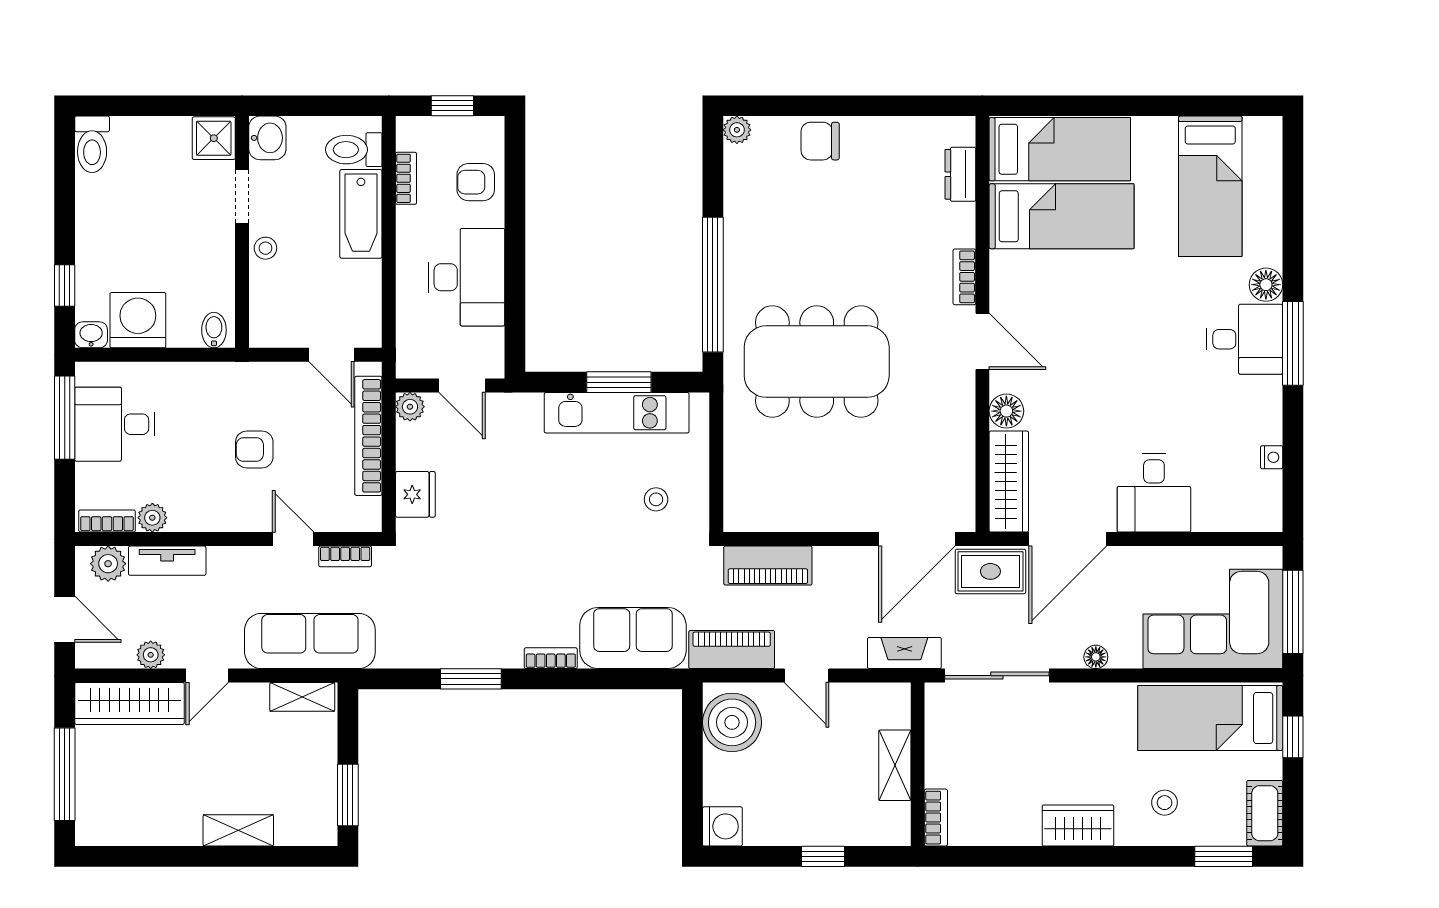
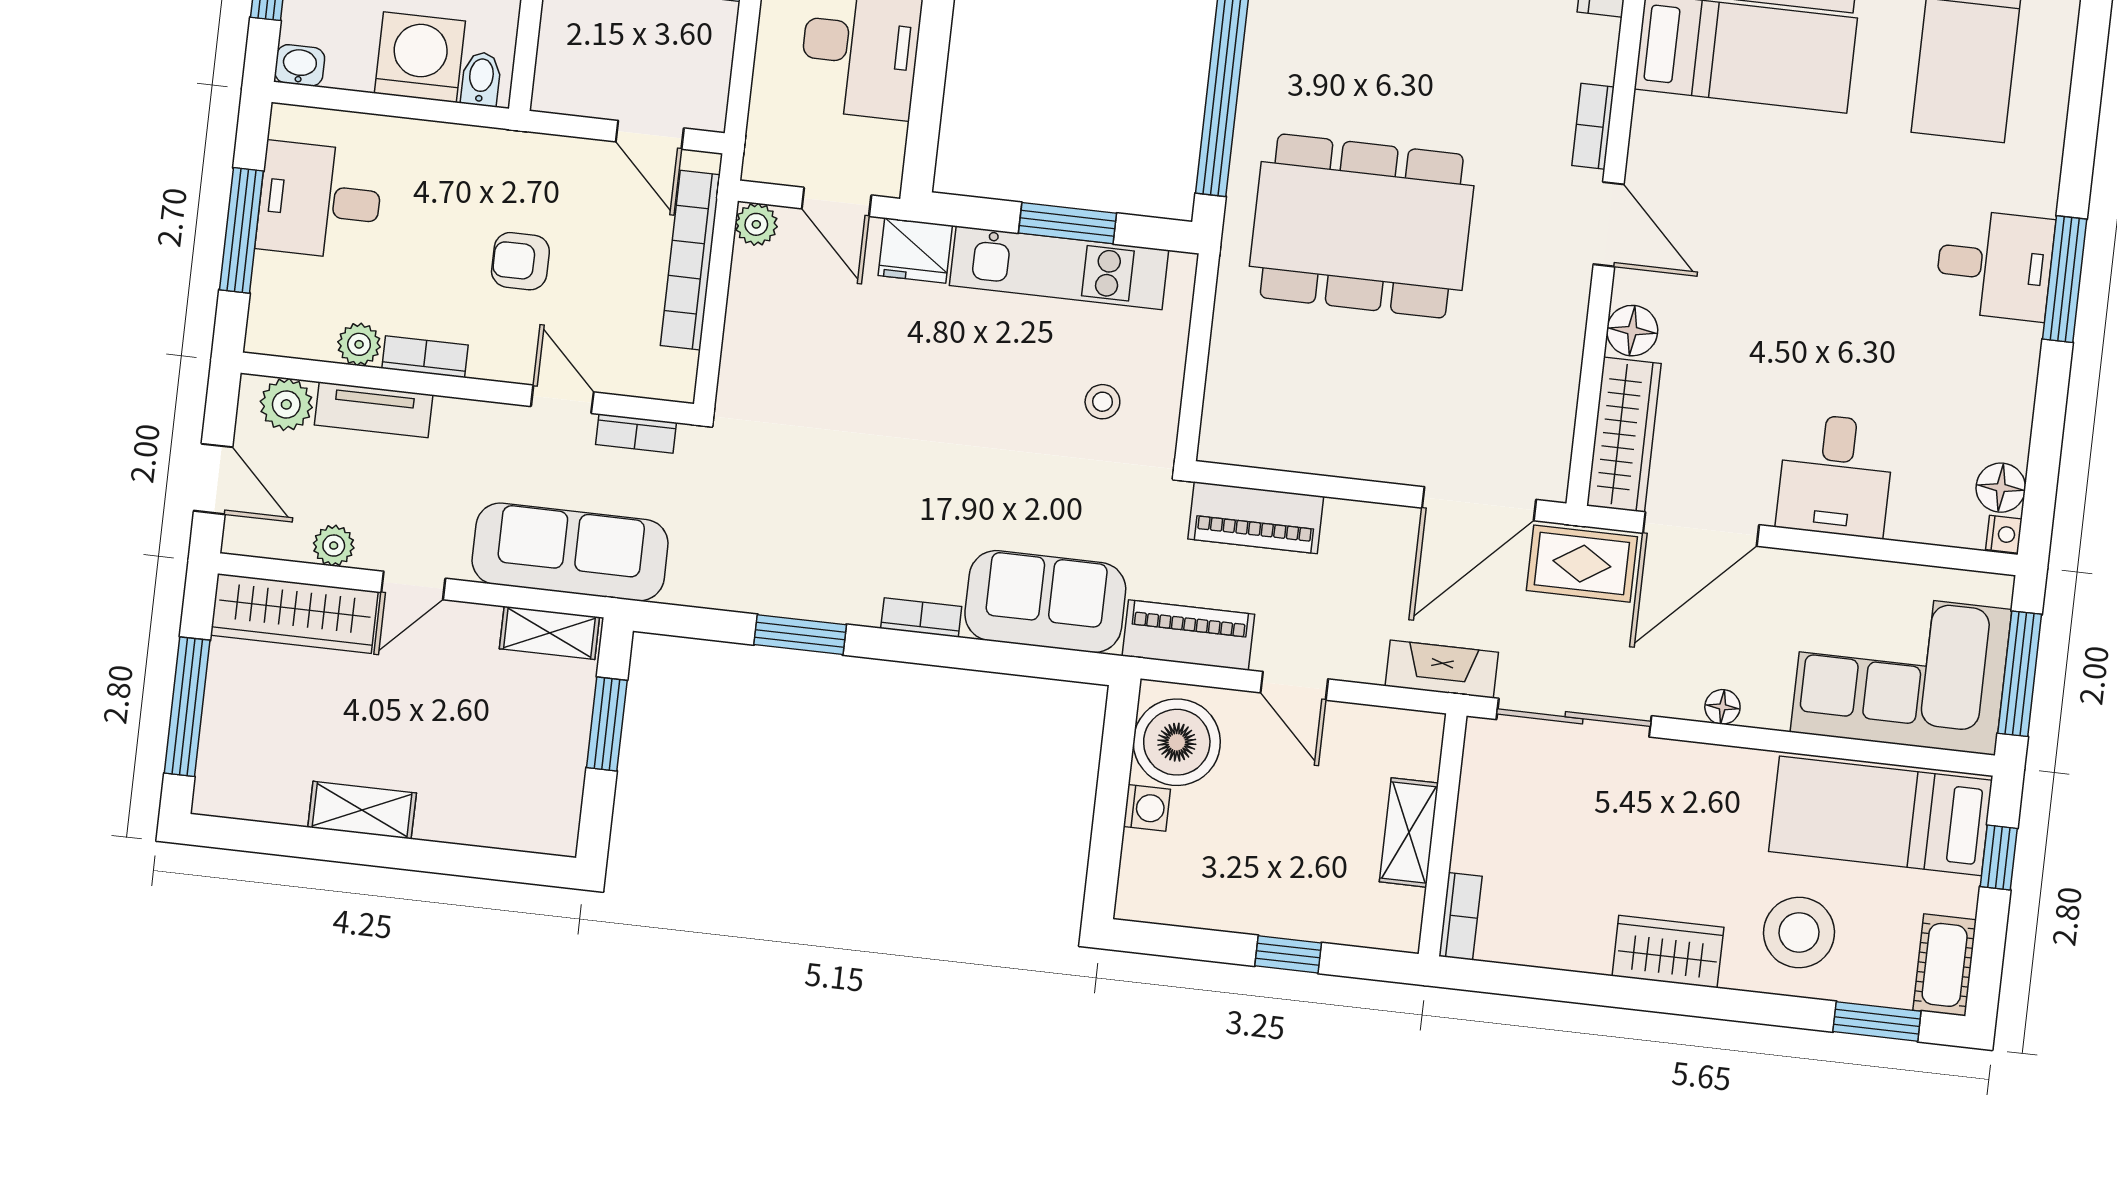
floor lamp: (1266, 285) -> (2001, 488), moved
washing machine: (138, 320) -> (420, 57), moved
window: (65, 418) -> (241, 230), moved
nightstand: (1272, 457) -> (2004, 534), moved
fridge: (415, 494) -> (915, 250), moved, turned 90
bookcase: (107, 521) -> (425, 357), moved
window: (348, 795) -> (607, 724), moved
stool: (1165, 803) -> (1799, 932), width x1.89, depth x1.89
washing machine: (722, 826) -> (1147, 808), moved, width x0.73, depth x0.73
shelving: (238, 830) -> (362, 810), moved

